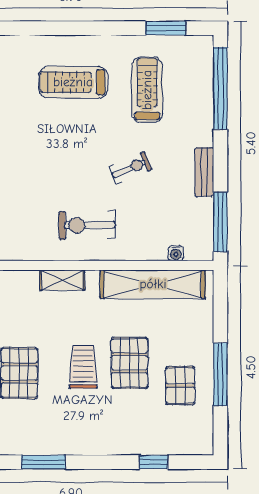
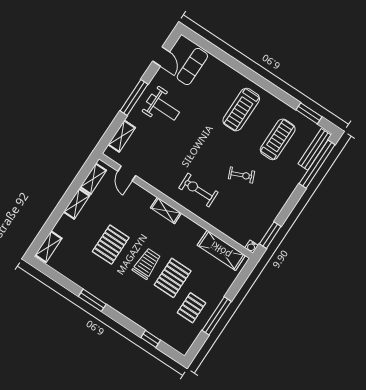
treadmill: (73, 82) -> (241, 110), turned -90
bench: (204, 172) -> (314, 149), moved, width x1.36
window: (220, 222) -> (270, 235), width x0.69
water cooler: (176, 253) -> (251, 247), moved
shelving: (153, 284) -> (221, 250), width x0.68

